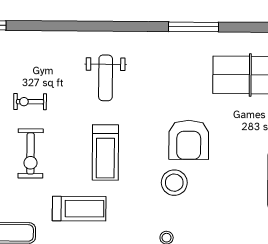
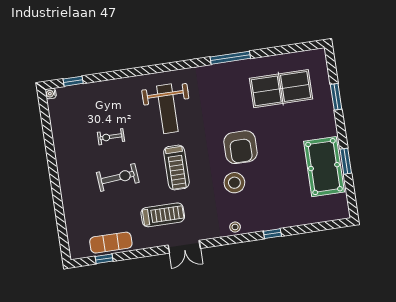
weight bench: (106, 78) -> (167, 109), width x1.36, depth x1.33
exercise bike: (31, 153) -> (118, 177), turned -95

